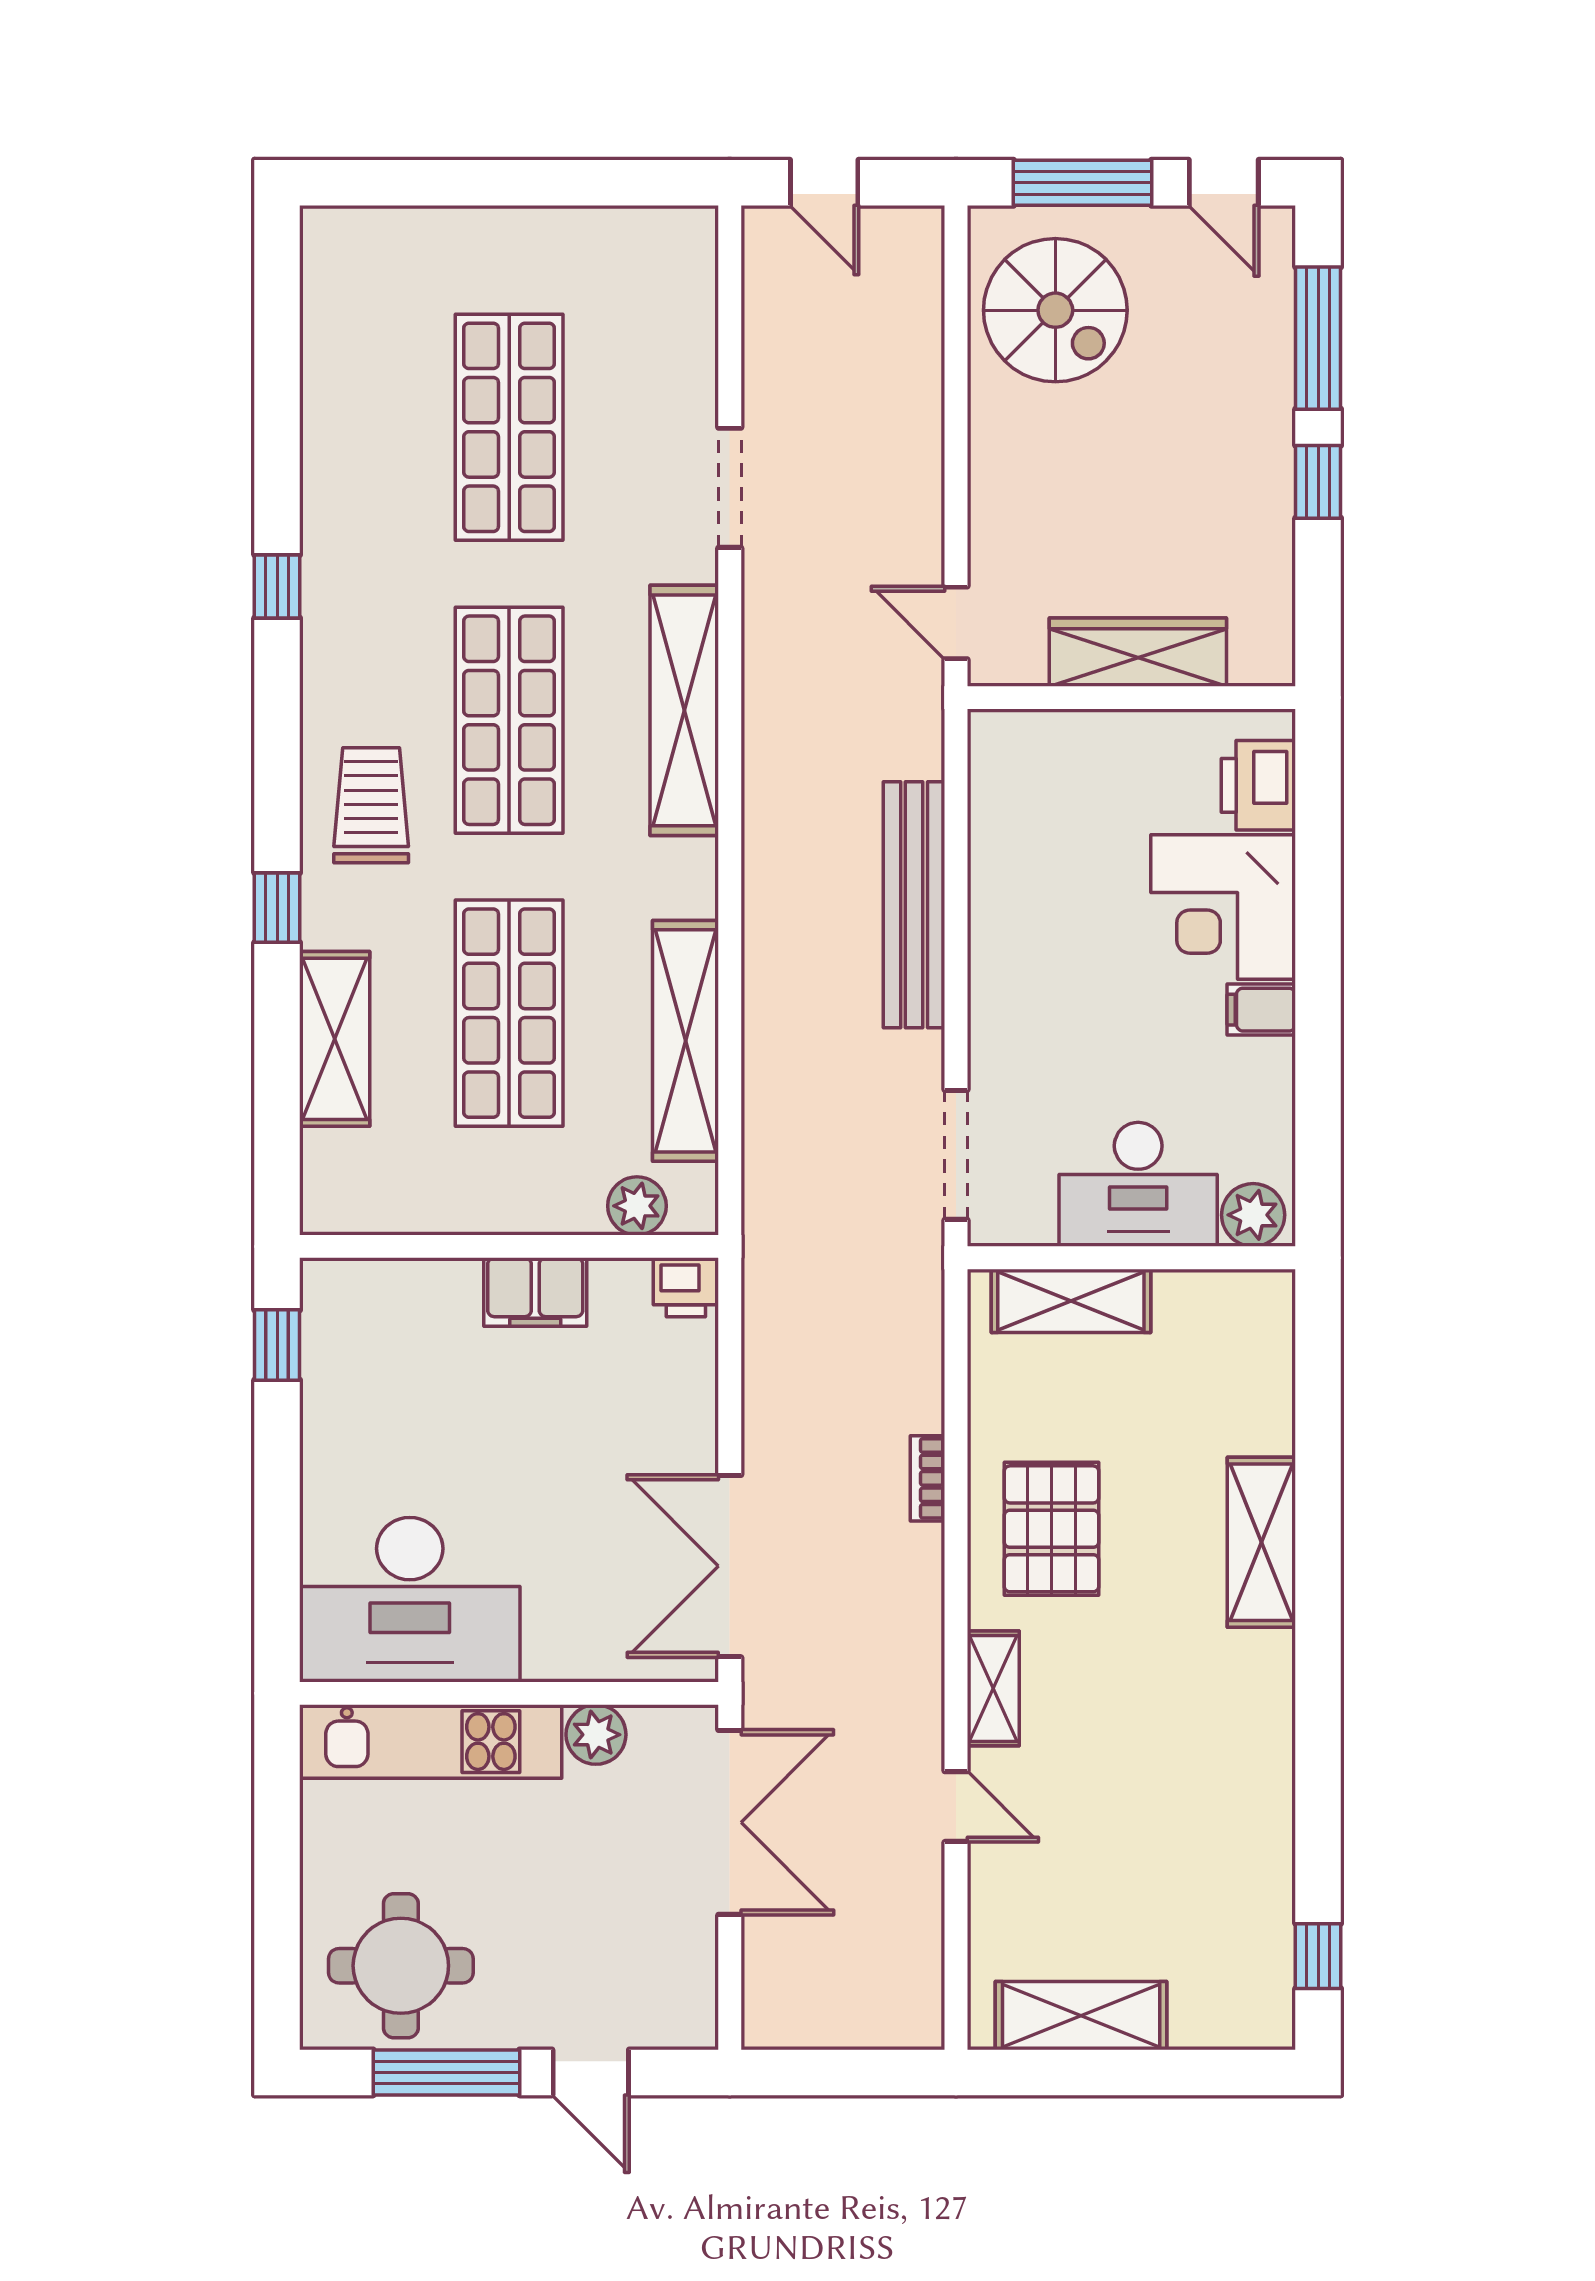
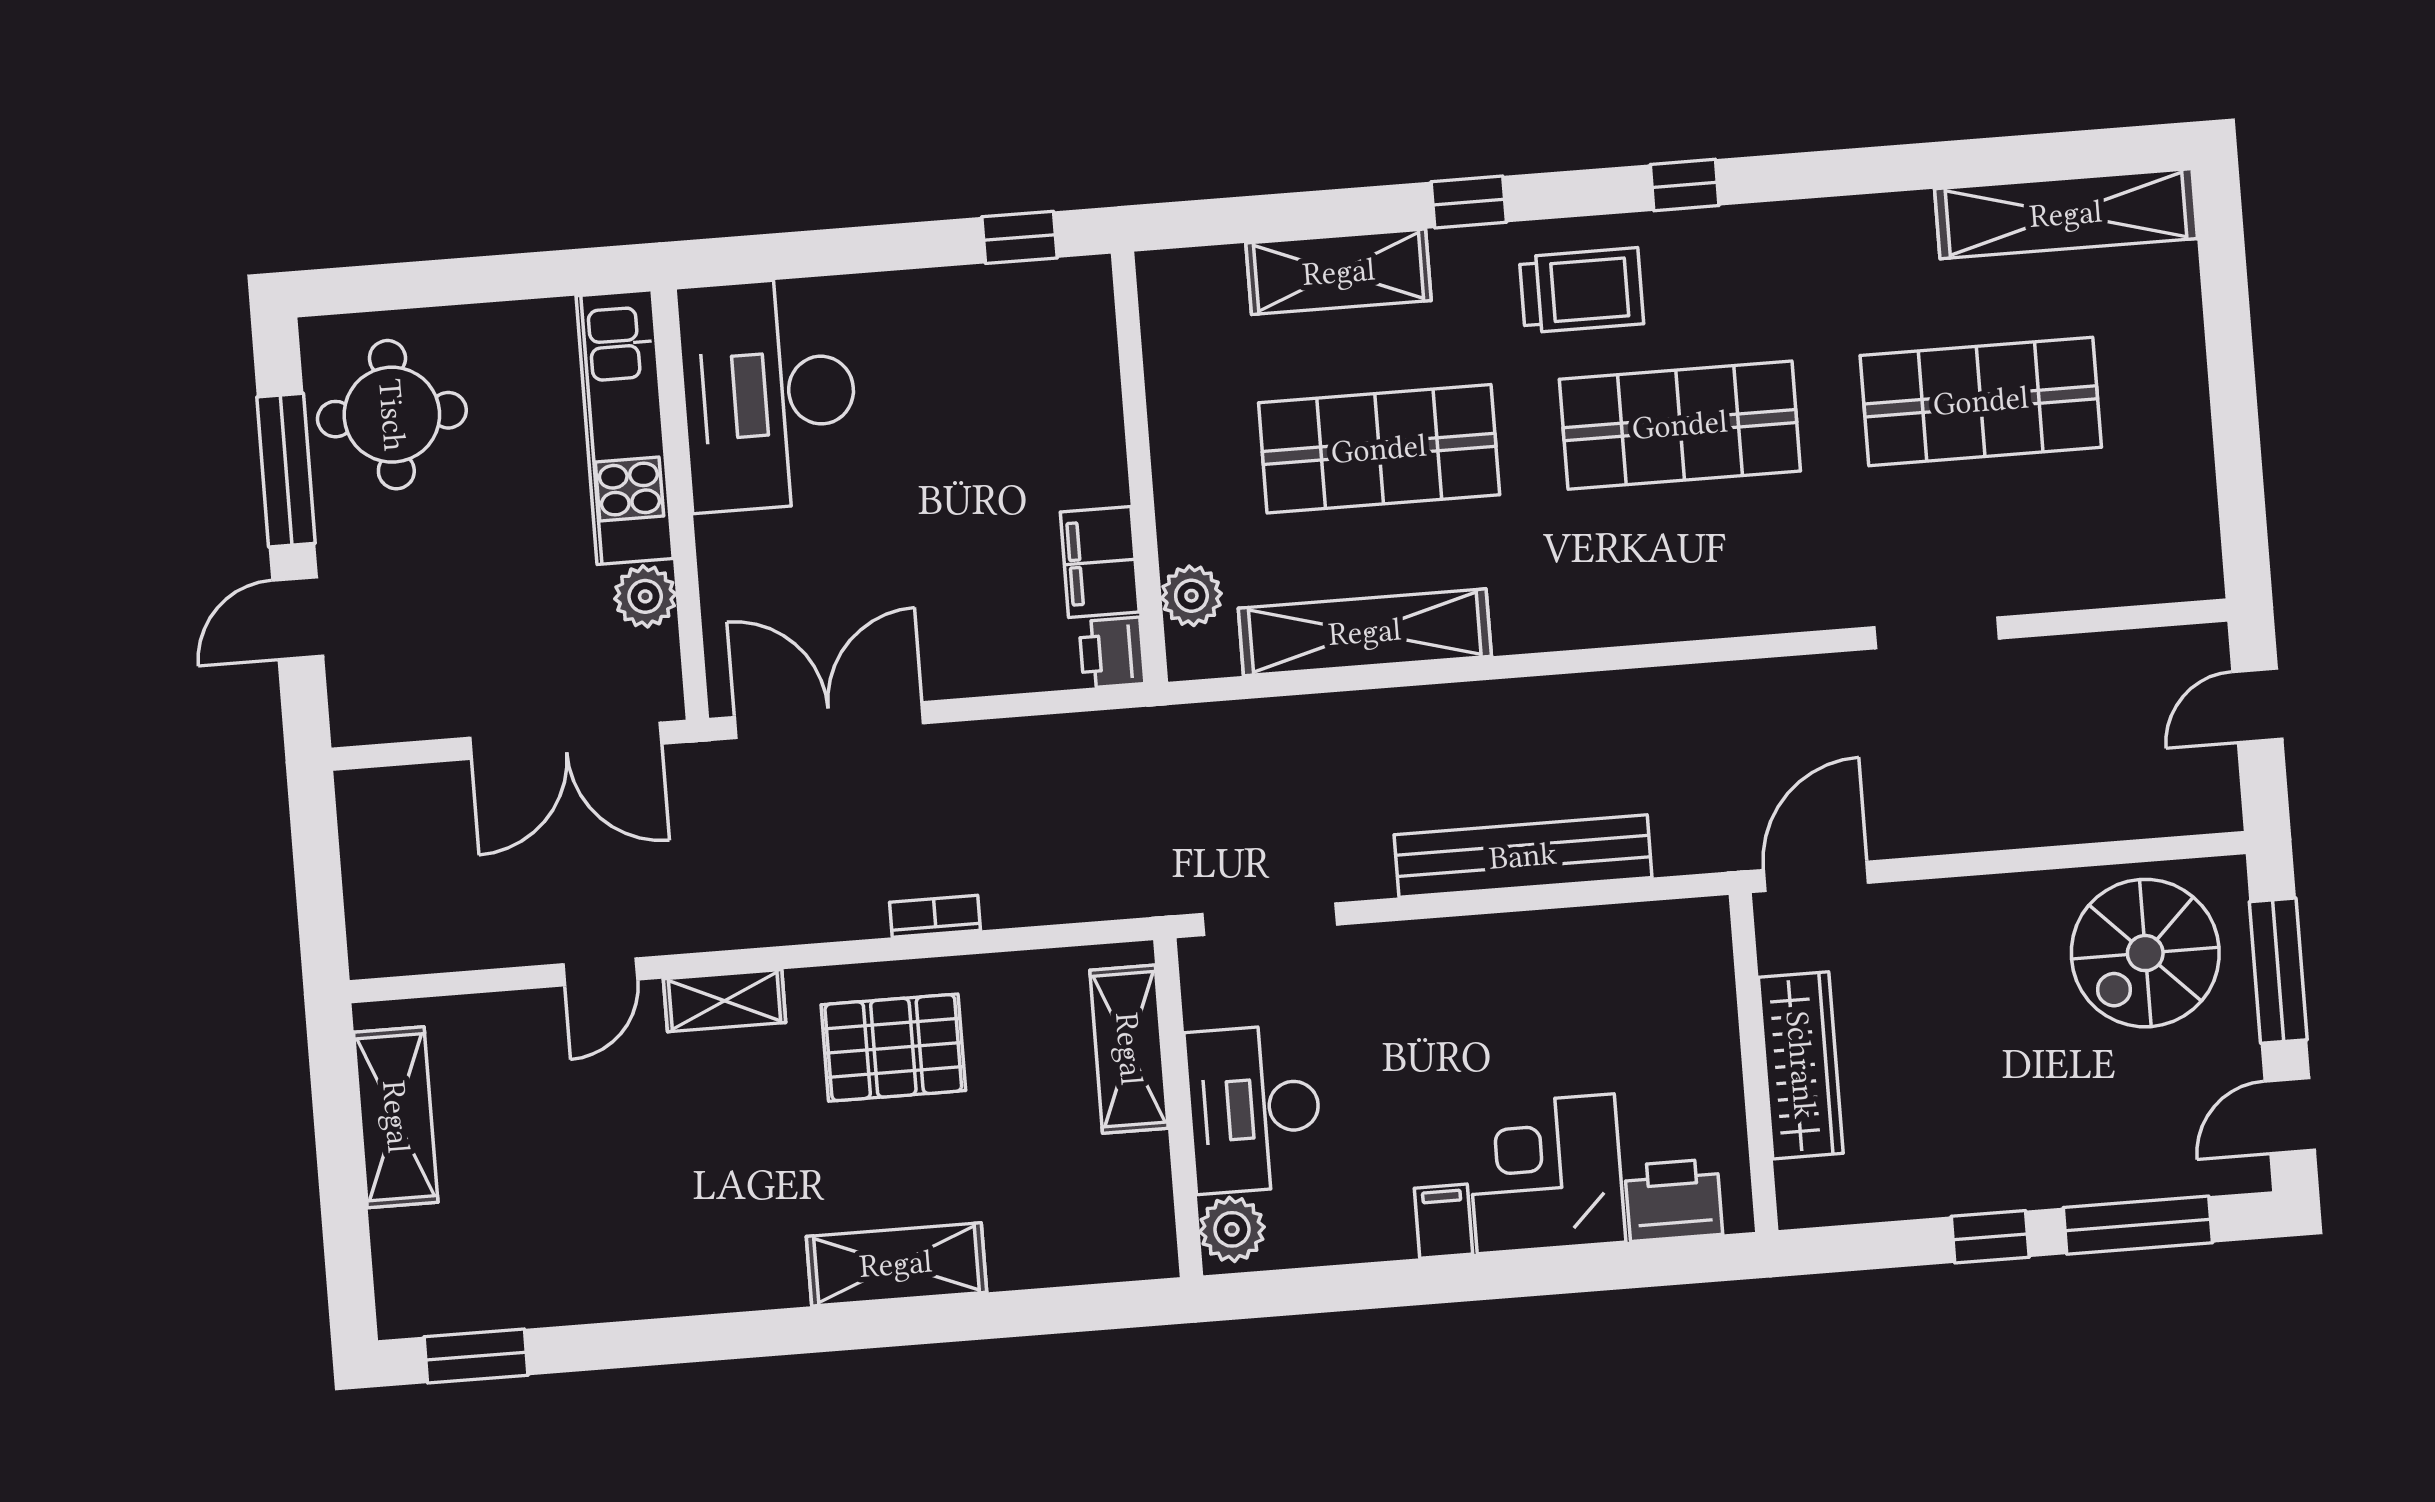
window: (277, 586) -> (1685, 185), moved
door: (956, 623) -> (1816, 876), width x1.38
shelving: (684, 710) -> (2066, 214), moved
filing cabinet: (535, 1292) -> (1100, 562), moved
window: (1318, 1956) -> (476, 1356), width x1.50

